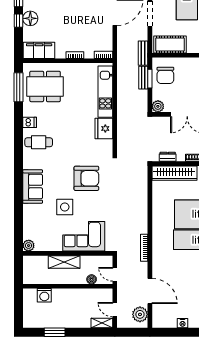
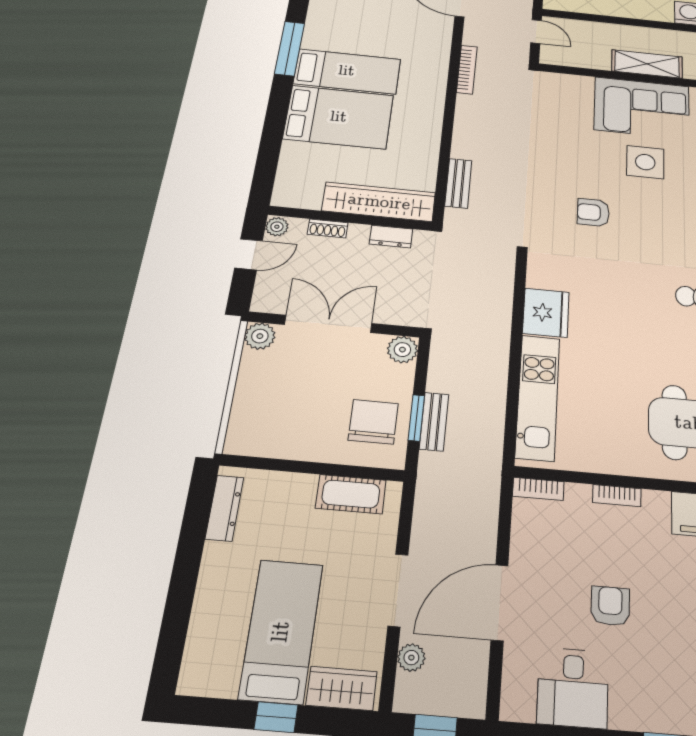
armchair: (76, 14) -> (610, 606), added
cot: (170, 44) -> (351, 494), width x0.73, depth x0.75
bench: (143, 53) -> (458, 183), moved
armchair: (86, 178) -> (593, 212), width x0.53, depth x0.53
corner sofa: (84, 236) -> (642, 108), moved
boiler: (92, 279) -> (587, 29), removed

